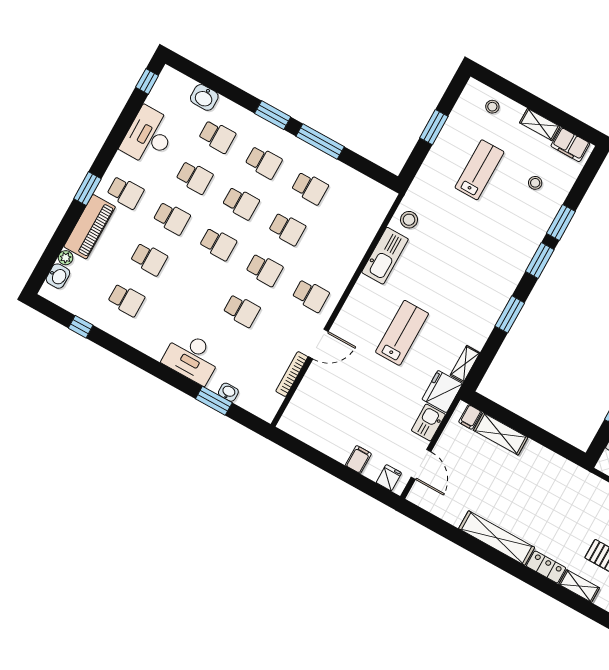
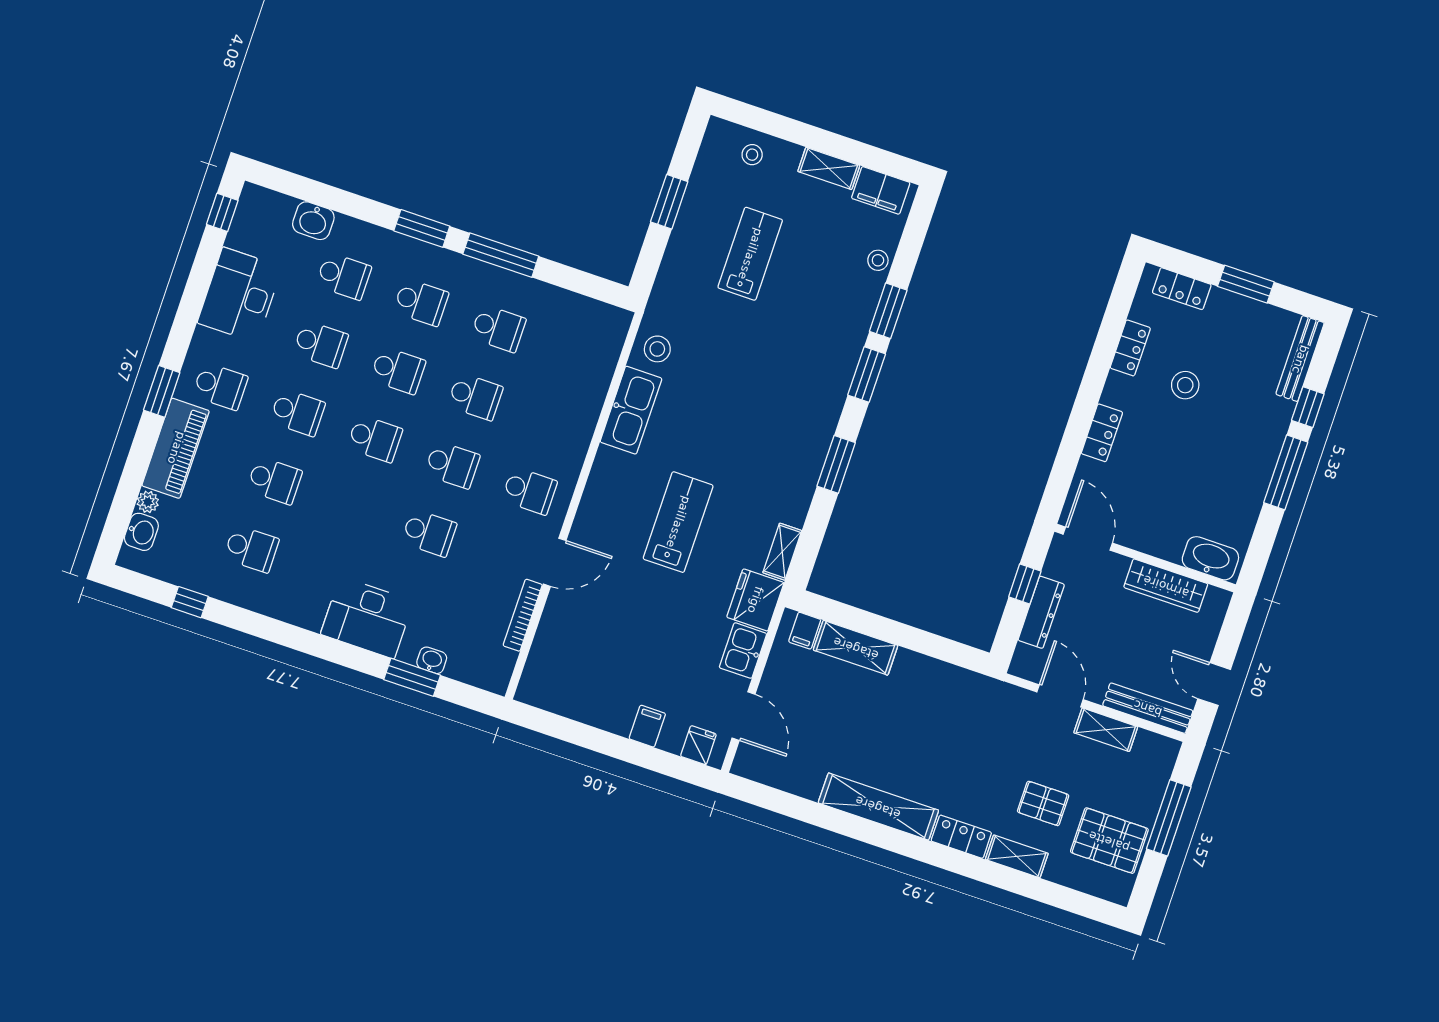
stool: (535, 183) -> (878, 260), moved

